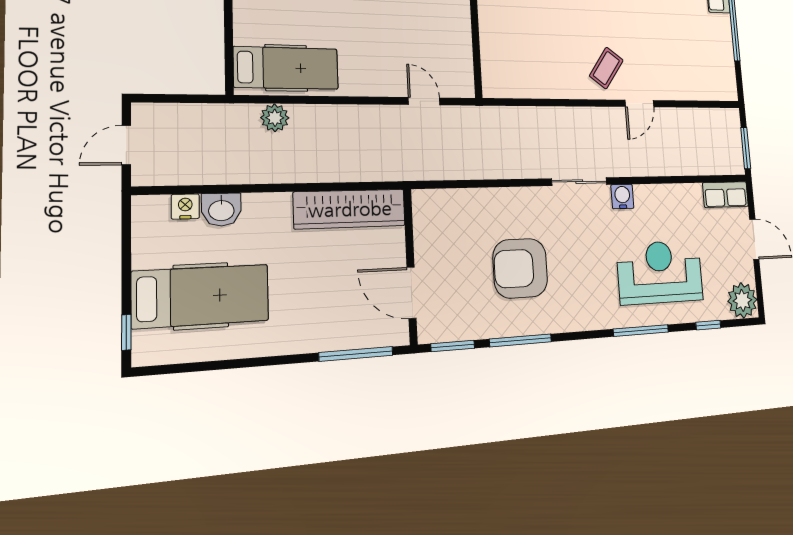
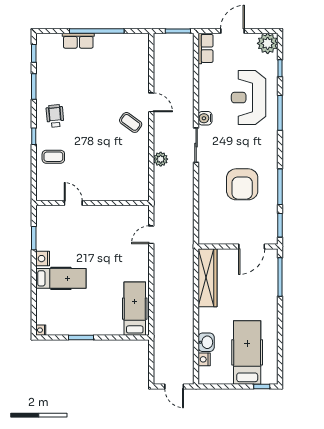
plant: (275, 118) -> (161, 159), moved

